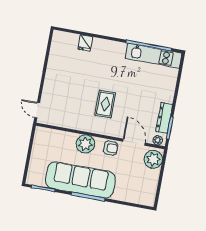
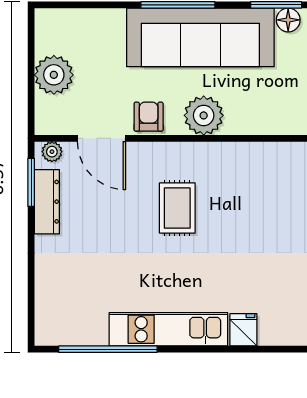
kitchen unit: (154, 56) -> (168, 329), moved
armchair: (111, 148) -> (149, 117), turned 90
plant: (153, 159) -> (54, 75), moved
floor lamp: (39, 180) -> (288, 20), added

